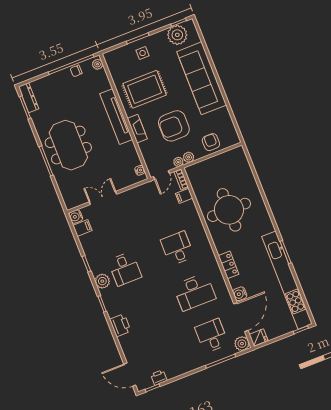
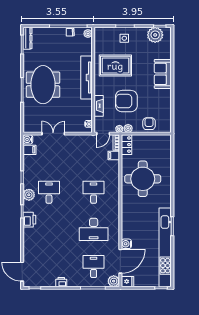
sofa: (202, 78) -> (163, 74), width x0.54, depth x0.79
fireplace: (137, 129) -> (99, 106), moved
locker: (229, 265) -> (127, 145), moved
desk: (125, 269) -> (49, 192), turned 180
printer: (120, 325) -> (29, 220), moved
printer: (159, 377) -> (61, 282), moved

